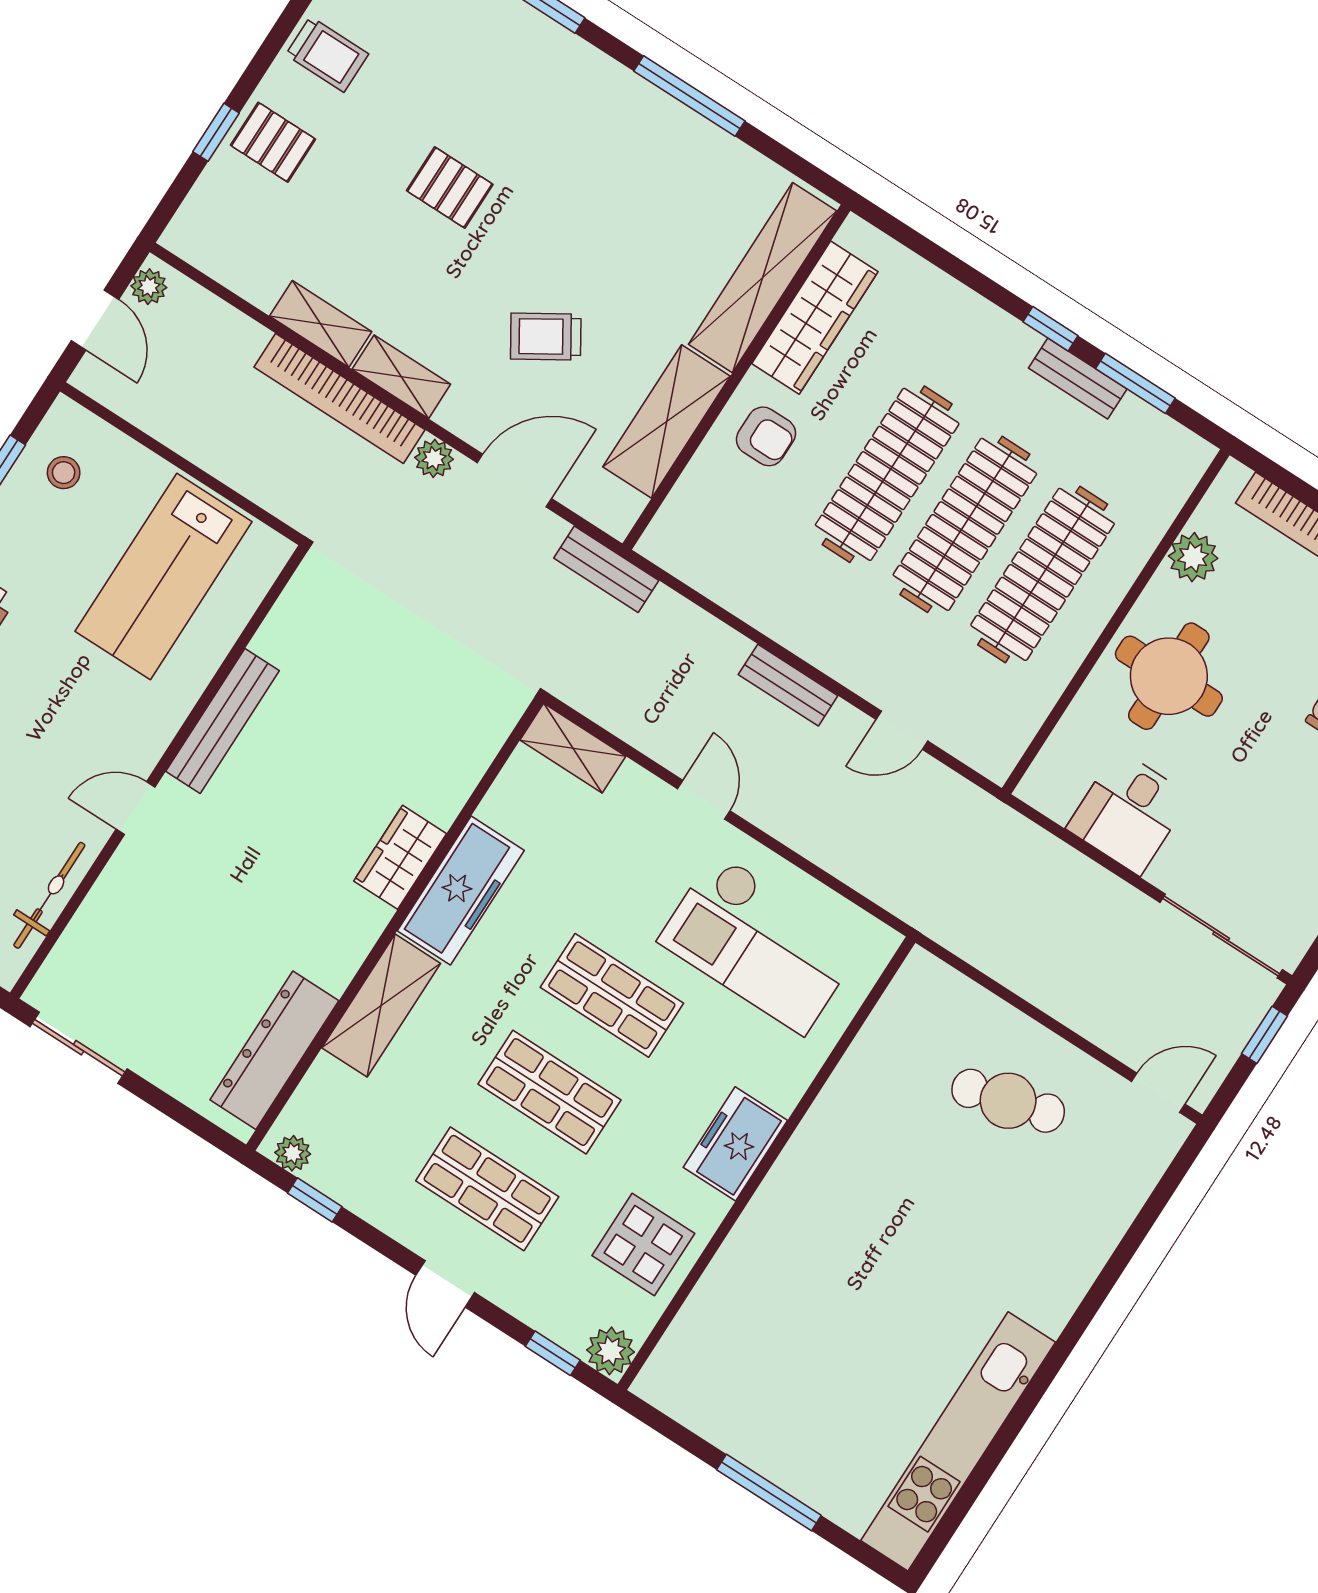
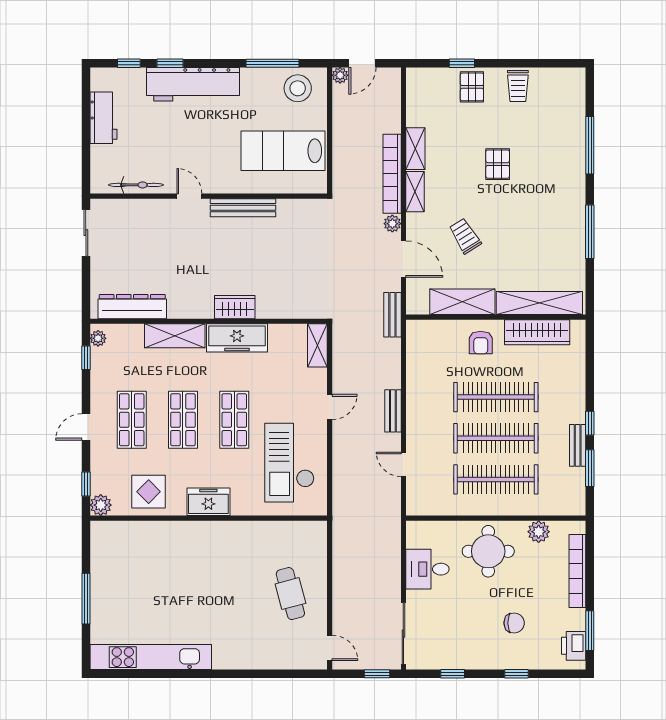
plant: (149, 287) -> (340, 75), moved
stool: (64, 473) -> (298, 88), width x1.89, depth x1.89

